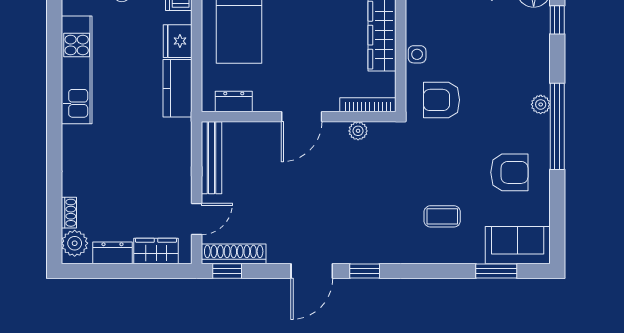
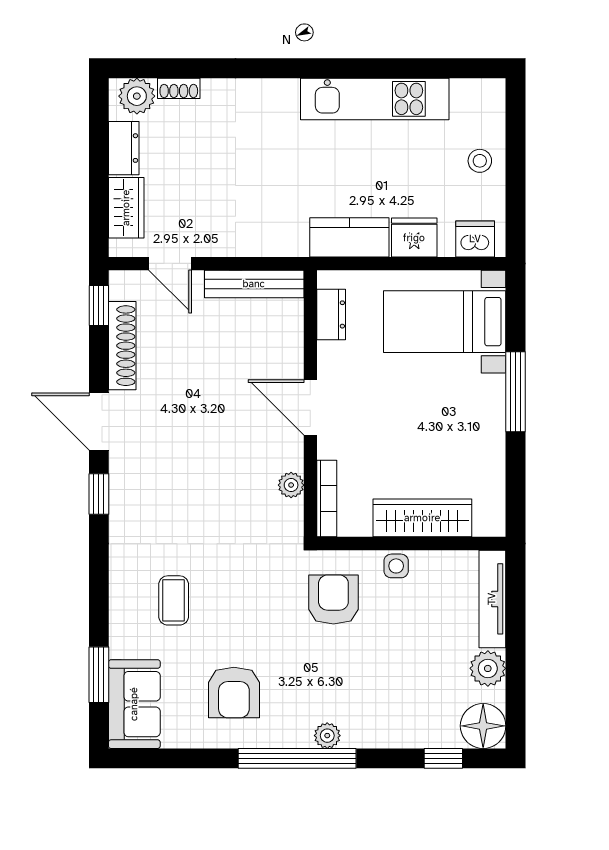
shoe rack: (234, 254) -> (122, 346), moved

